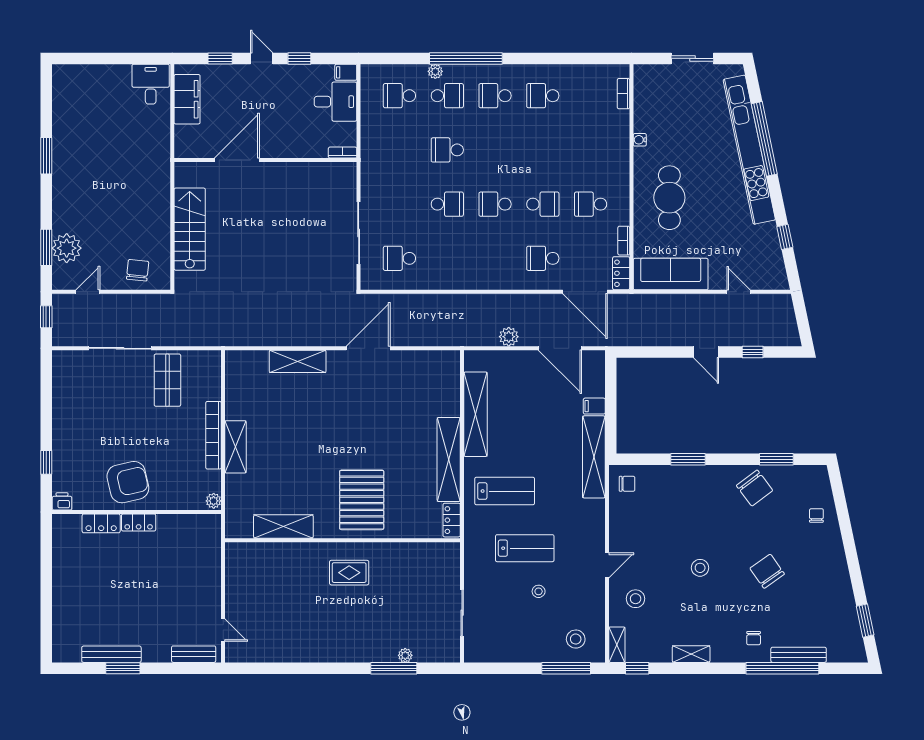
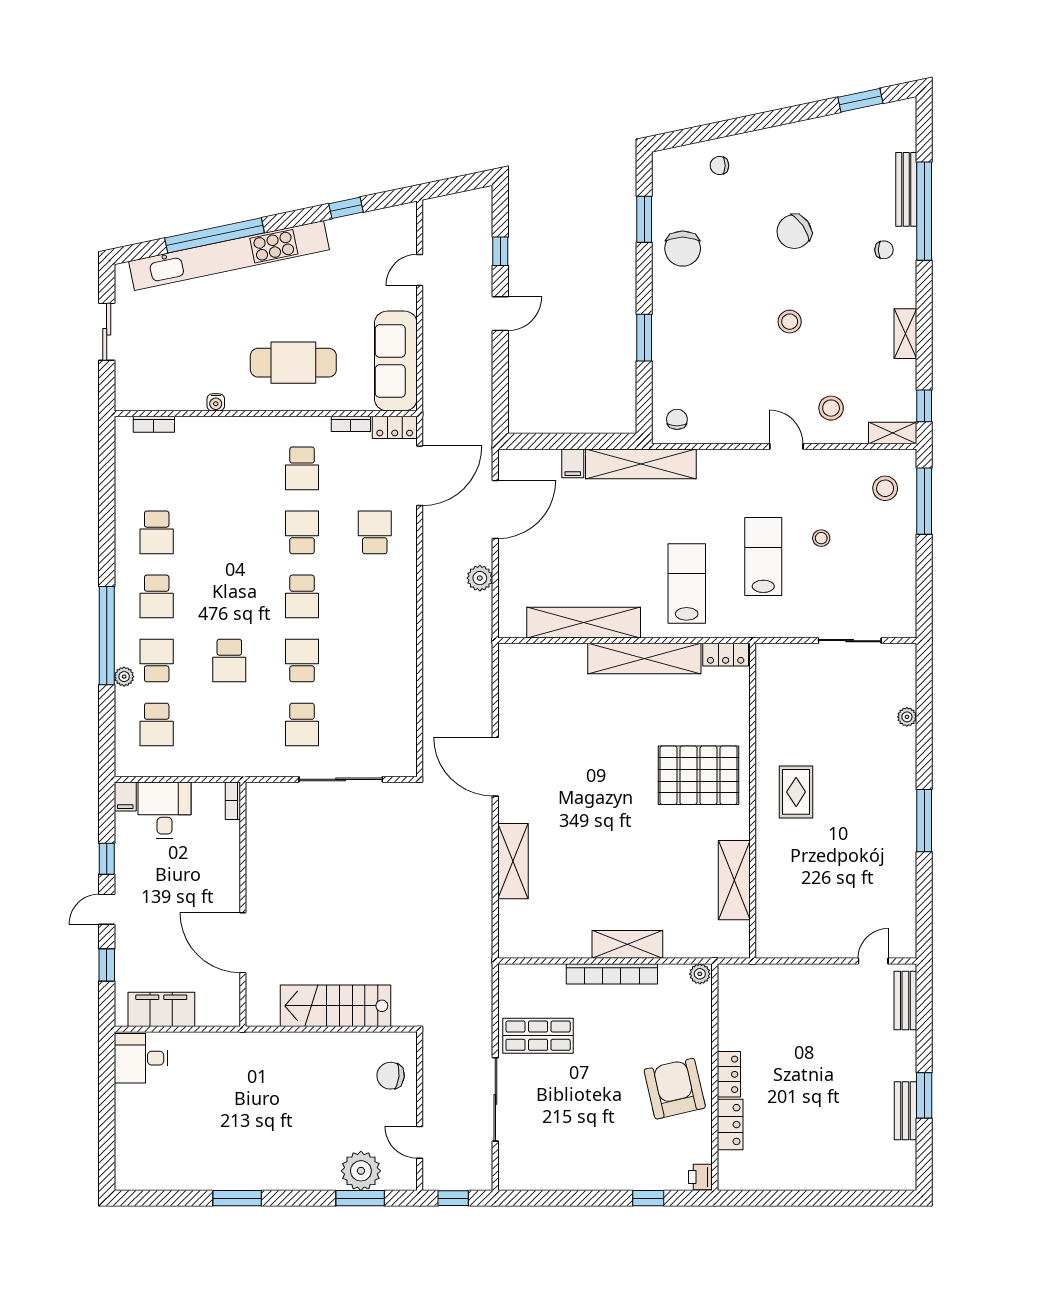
school desk: (399, 258) -> (302, 725), moved
school desk: (543, 258) -> (375, 532), turned 180
chair: (755, 488) -> (683, 249), turned 127
bench: (111, 654) -> (905, 1111), width x0.73
window: (394, 668) -> (924, 821), moved

